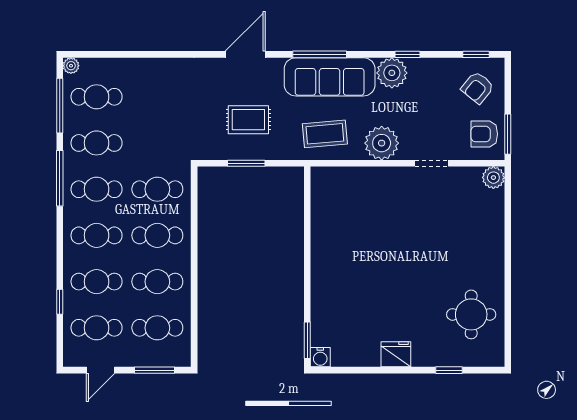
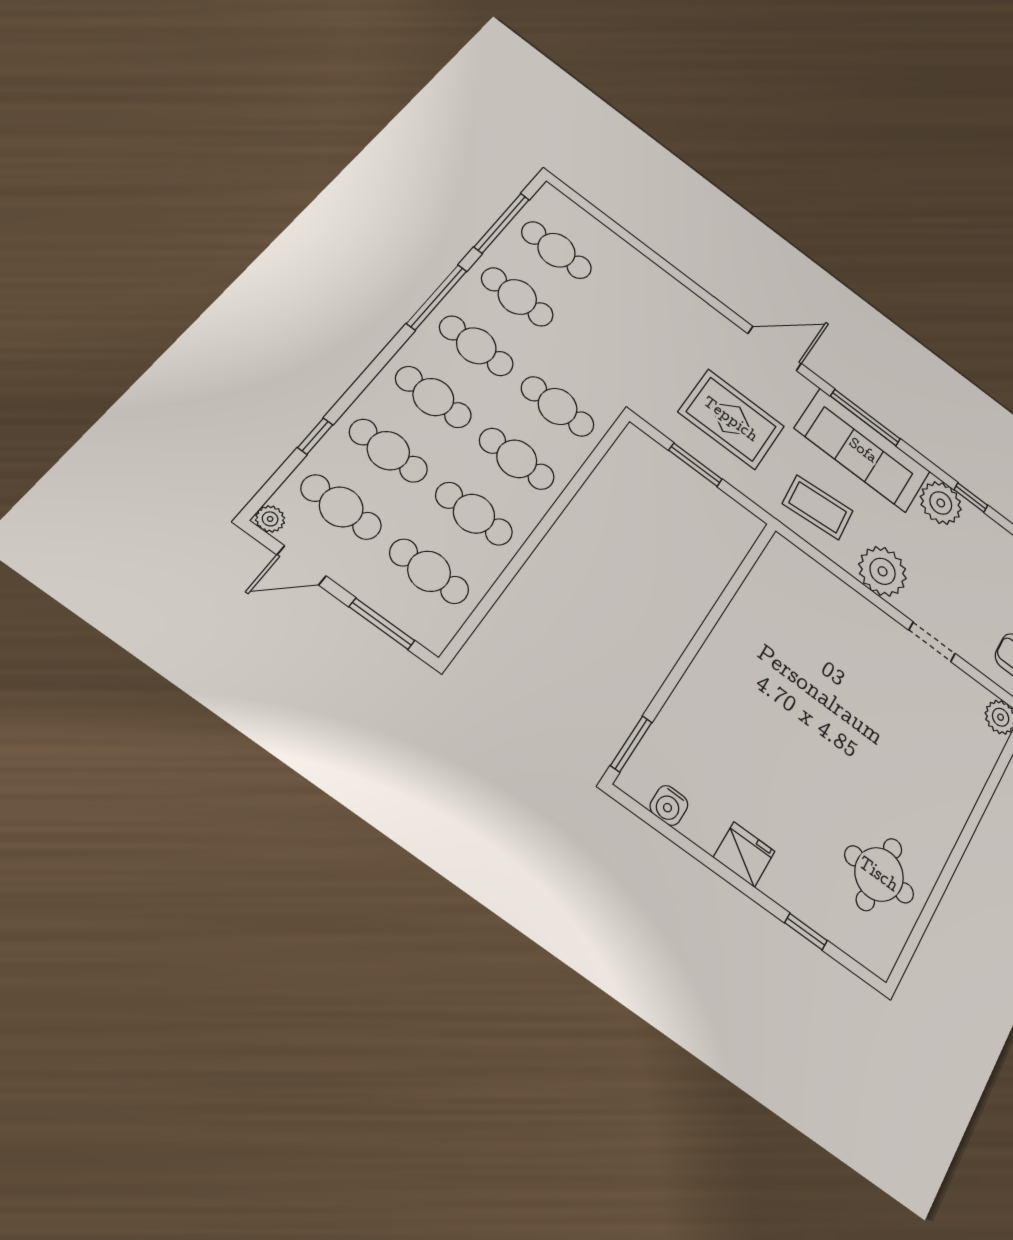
plant: (71, 66) -> (270, 519), moved
rug: (248, 120) -> (731, 419), width x1.36, depth x1.43
water cooler: (320, 357) -> (669, 805), moved

